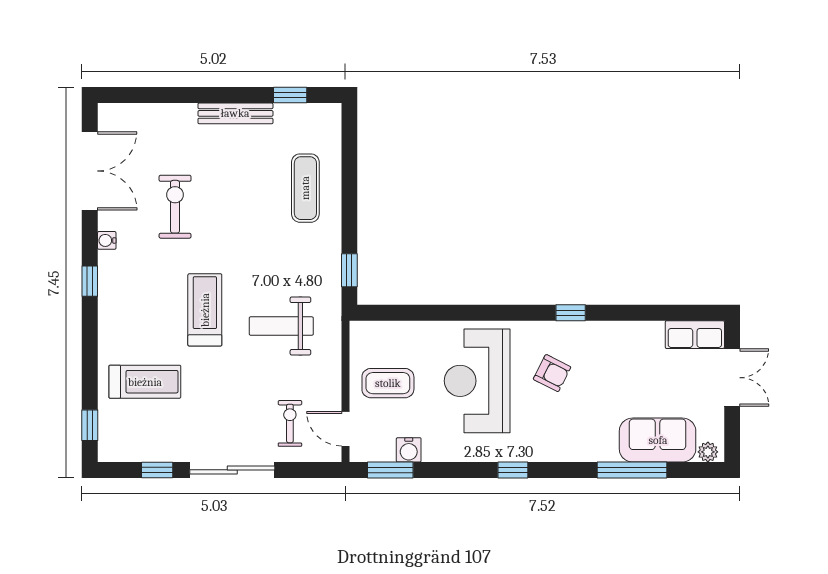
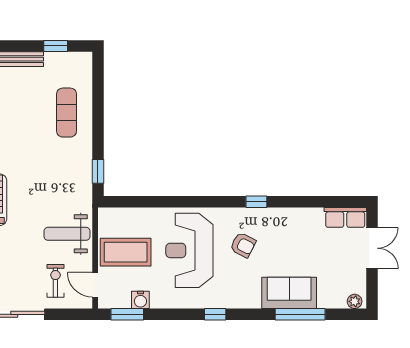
weight bench: (281, 326) -> (67, 234), moved
coffee table: (388, 383) -> (126, 252), width x1.36, depth x1.32
sofa: (658, 440) -> (289, 293), moved

